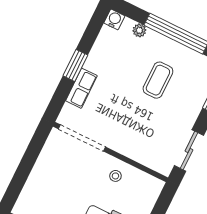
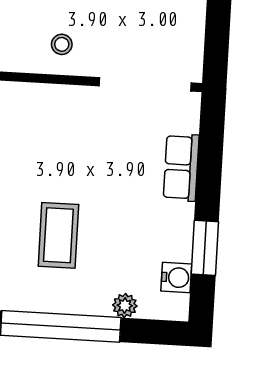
water cooler: (114, 19) -> (176, 277), moved, turned -90
window: (75, 65) -> (205, 248), moved

